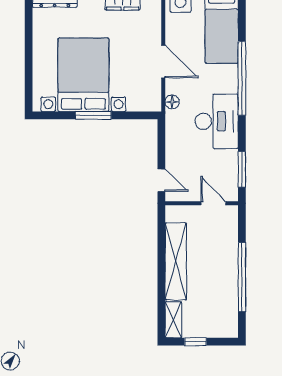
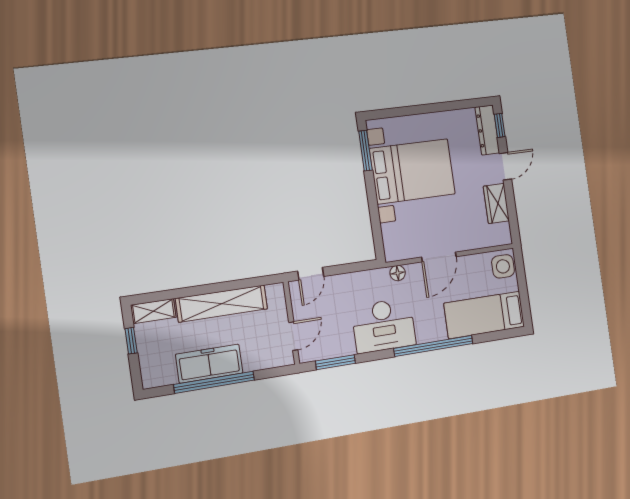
window: (93, 115) -> (365, 151), moved
freezer: (225, 279) -> (209, 364), added

